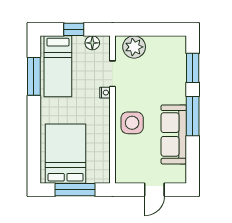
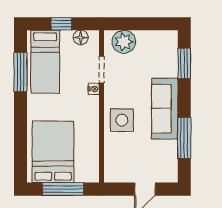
window: (193, 116) -> (184, 138), moved
sofa: (174, 134) -> (165, 109), moved

